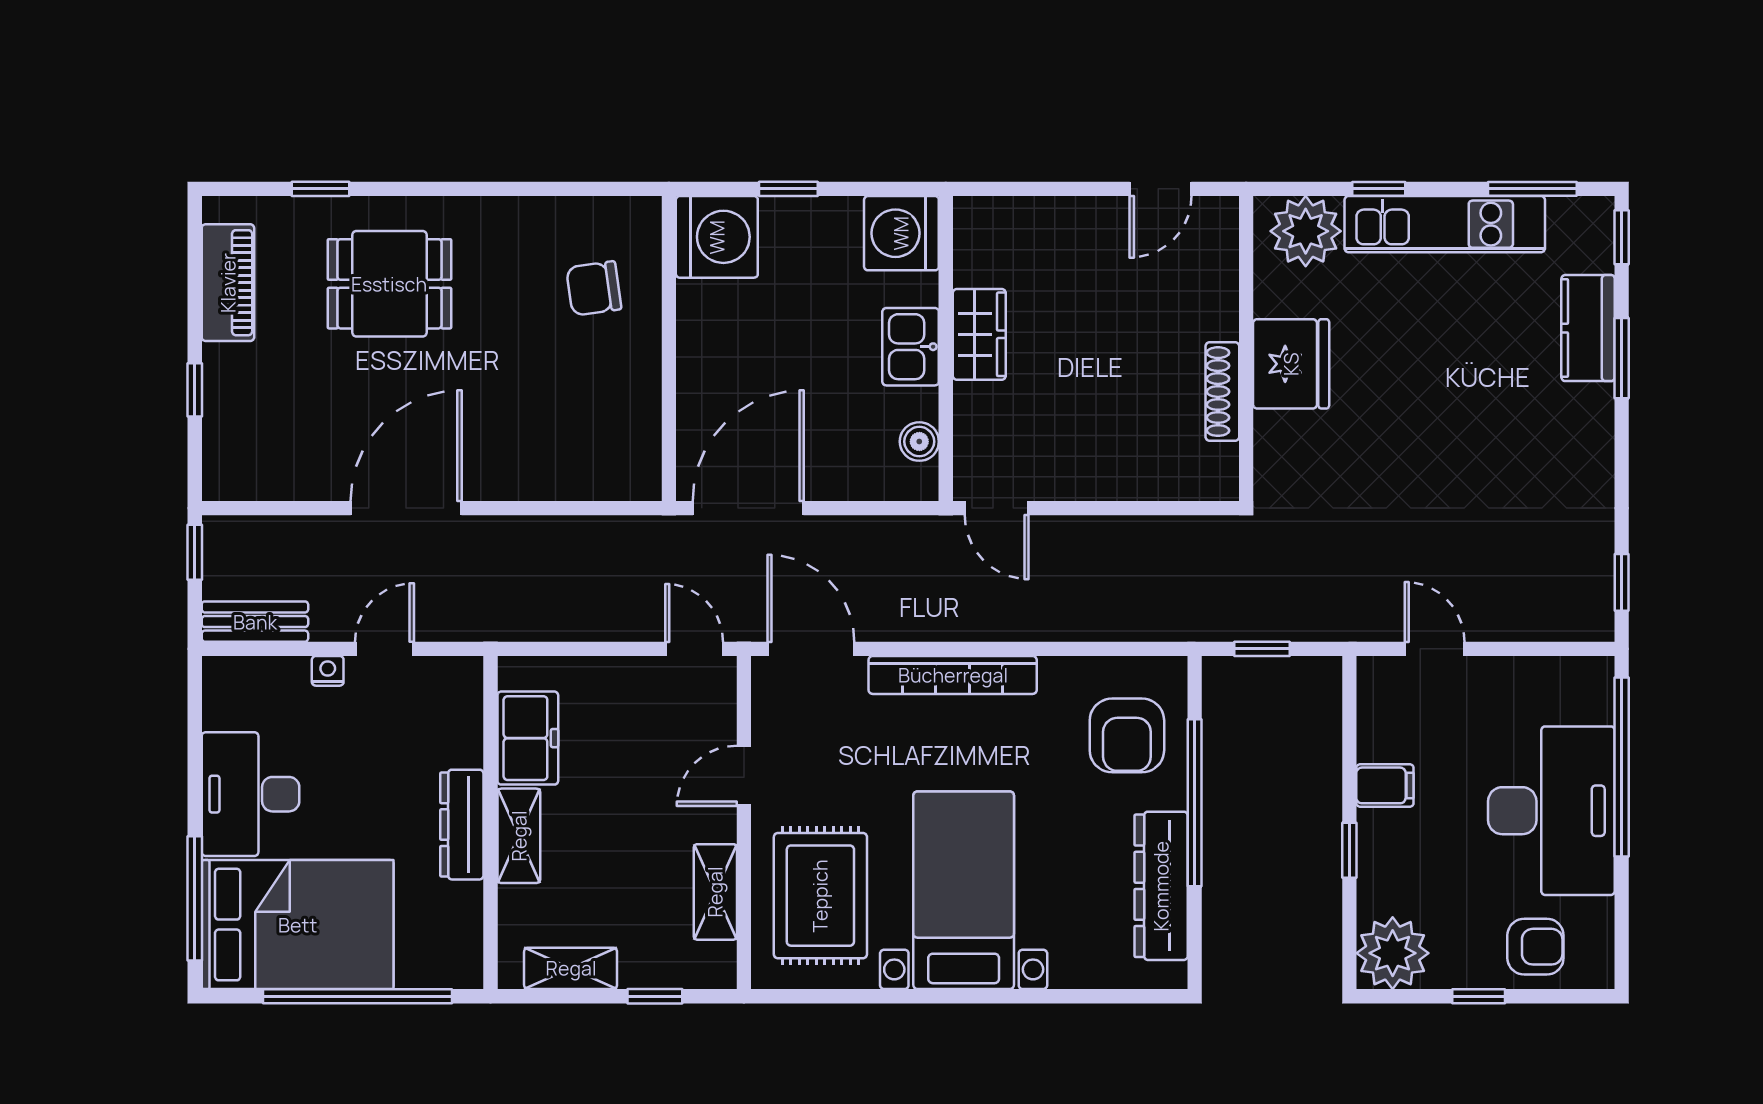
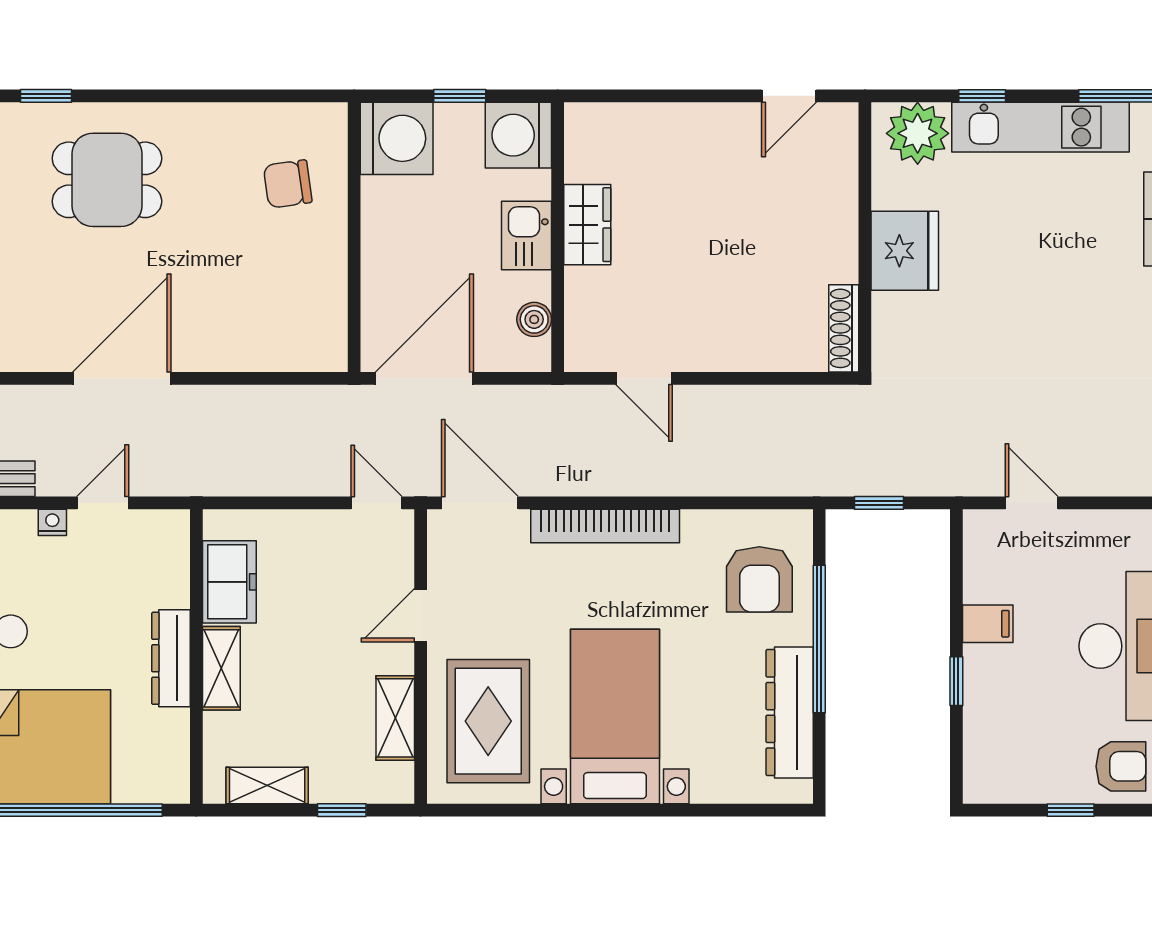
washing machine: (901, 233) -> (518, 135), moved
wardrobe: (979, 334) -> (587, 225), moved
kitchen sink: (911, 347) -> (526, 236), moved
wall: (946, 348) -> (558, 237), moved
shoe rack: (1222, 392) -> (844, 328), moved
boiler: (919, 442) -> (534, 319), moved
plant: (1393, 953) -> (994, 772), removed

